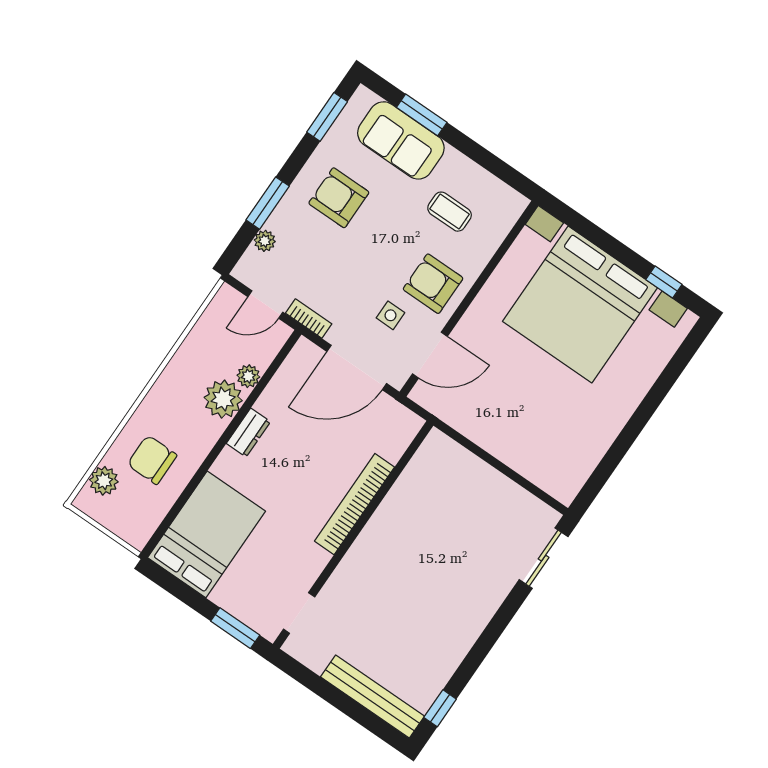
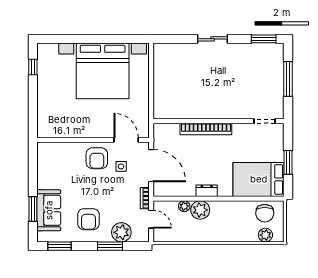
coffee table: (450, 212) -> (64, 171), removed
plant: (265, 241) -> (121, 232), width x1.87, depth x1.87
bed with nightstands: (580, 305) -> (103, 71), moved, turned 90
chair: (152, 460) -> (265, 213), moved
sliding door: (544, 558) -> (212, 39), moved
window: (235, 628) -> (288, 162), moved
bench: (373, 696) -> (278, 69), removed
window: (344, 703) -> (288, 79), added
window: (440, 708) -> (264, 39), width x1.50

